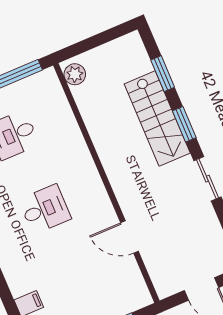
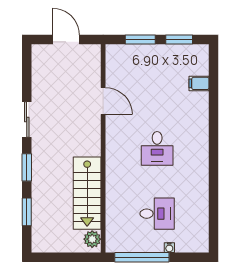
stairs: (157, 118) -> (87, 193), moved, turned 180
desk: (45, 209) -> (157, 148), turned -90

